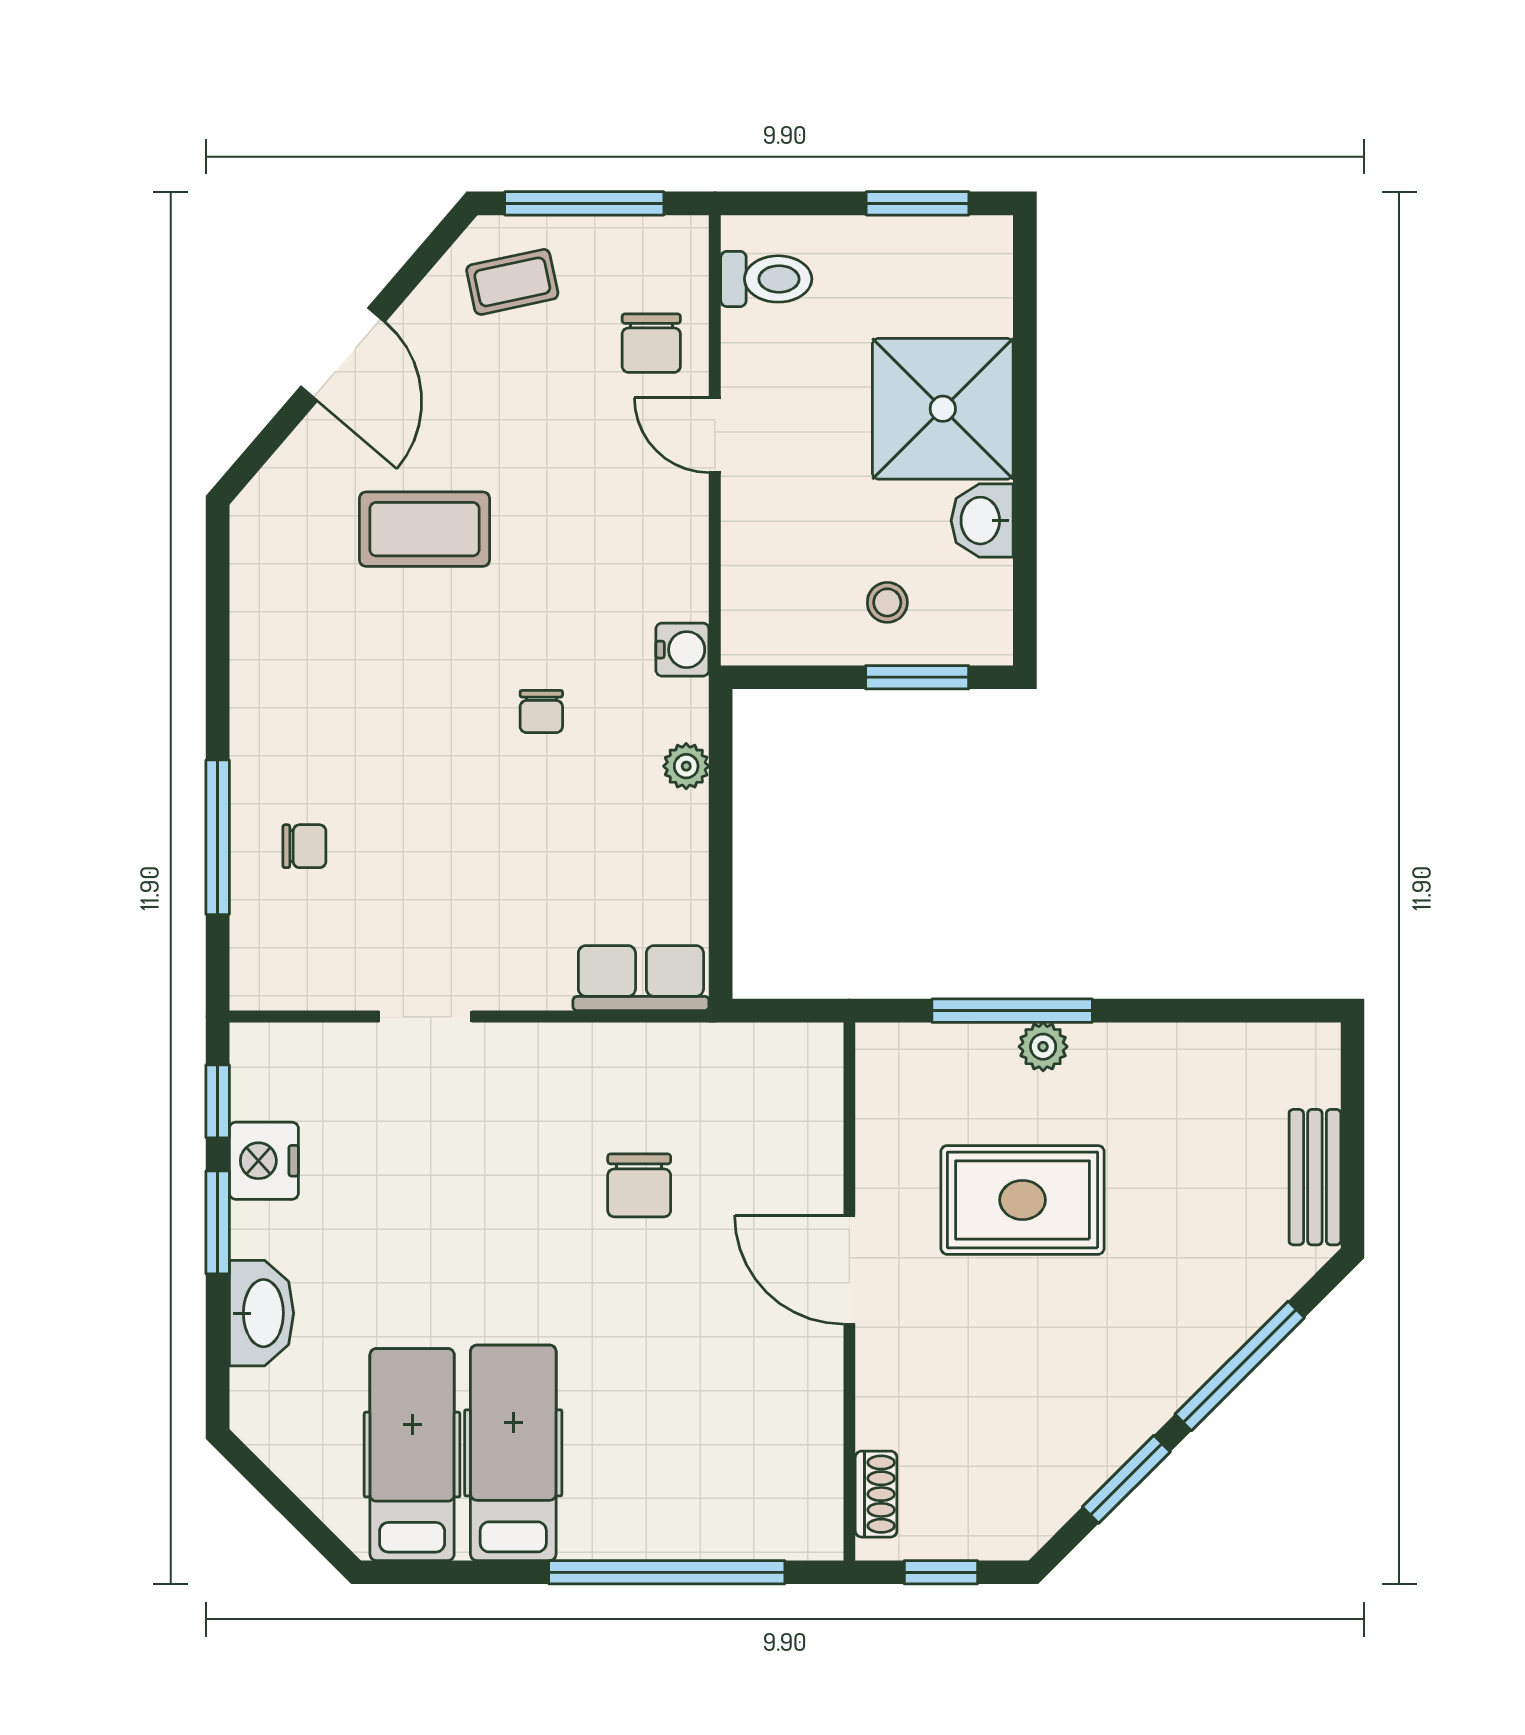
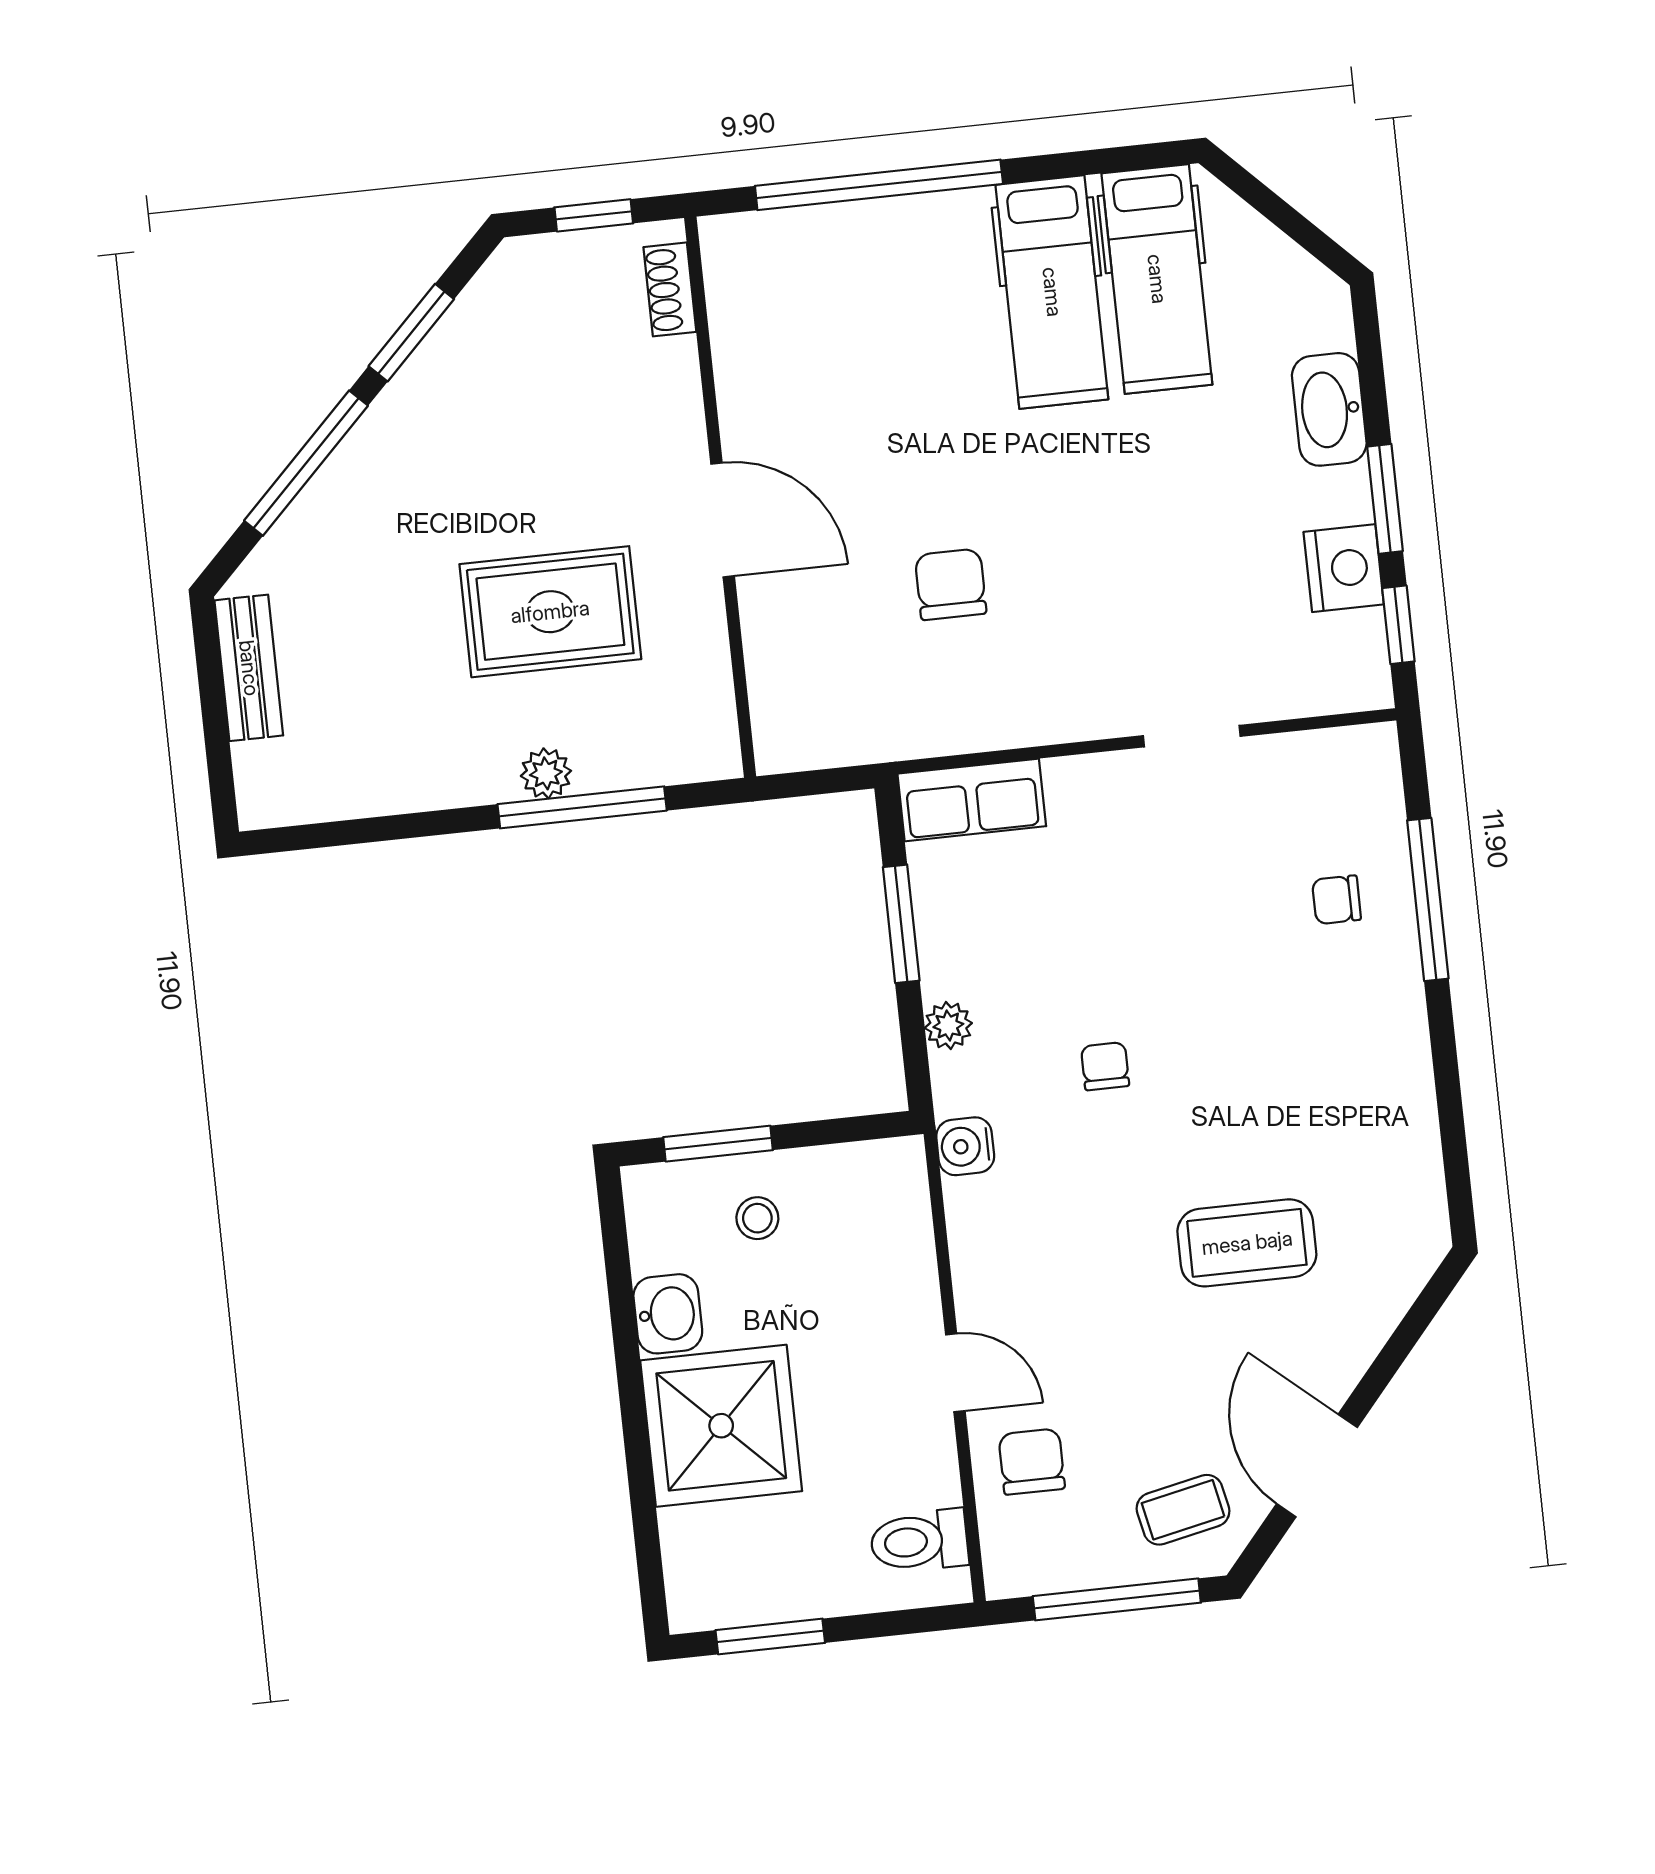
door: (343, 354) -> (1317, 1466), moved
window: (721, 867) -> (901, 924), added

